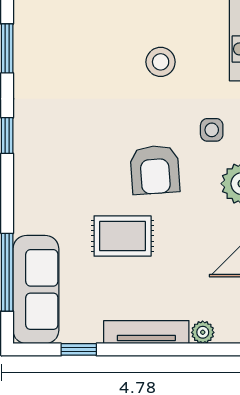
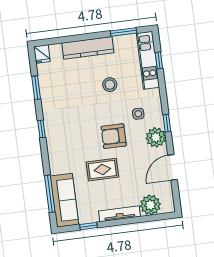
armchair: (155, 170) -> (114, 136), turned 94
plant: (203, 332) -> (150, 205), width x1.87, depth x1.87

